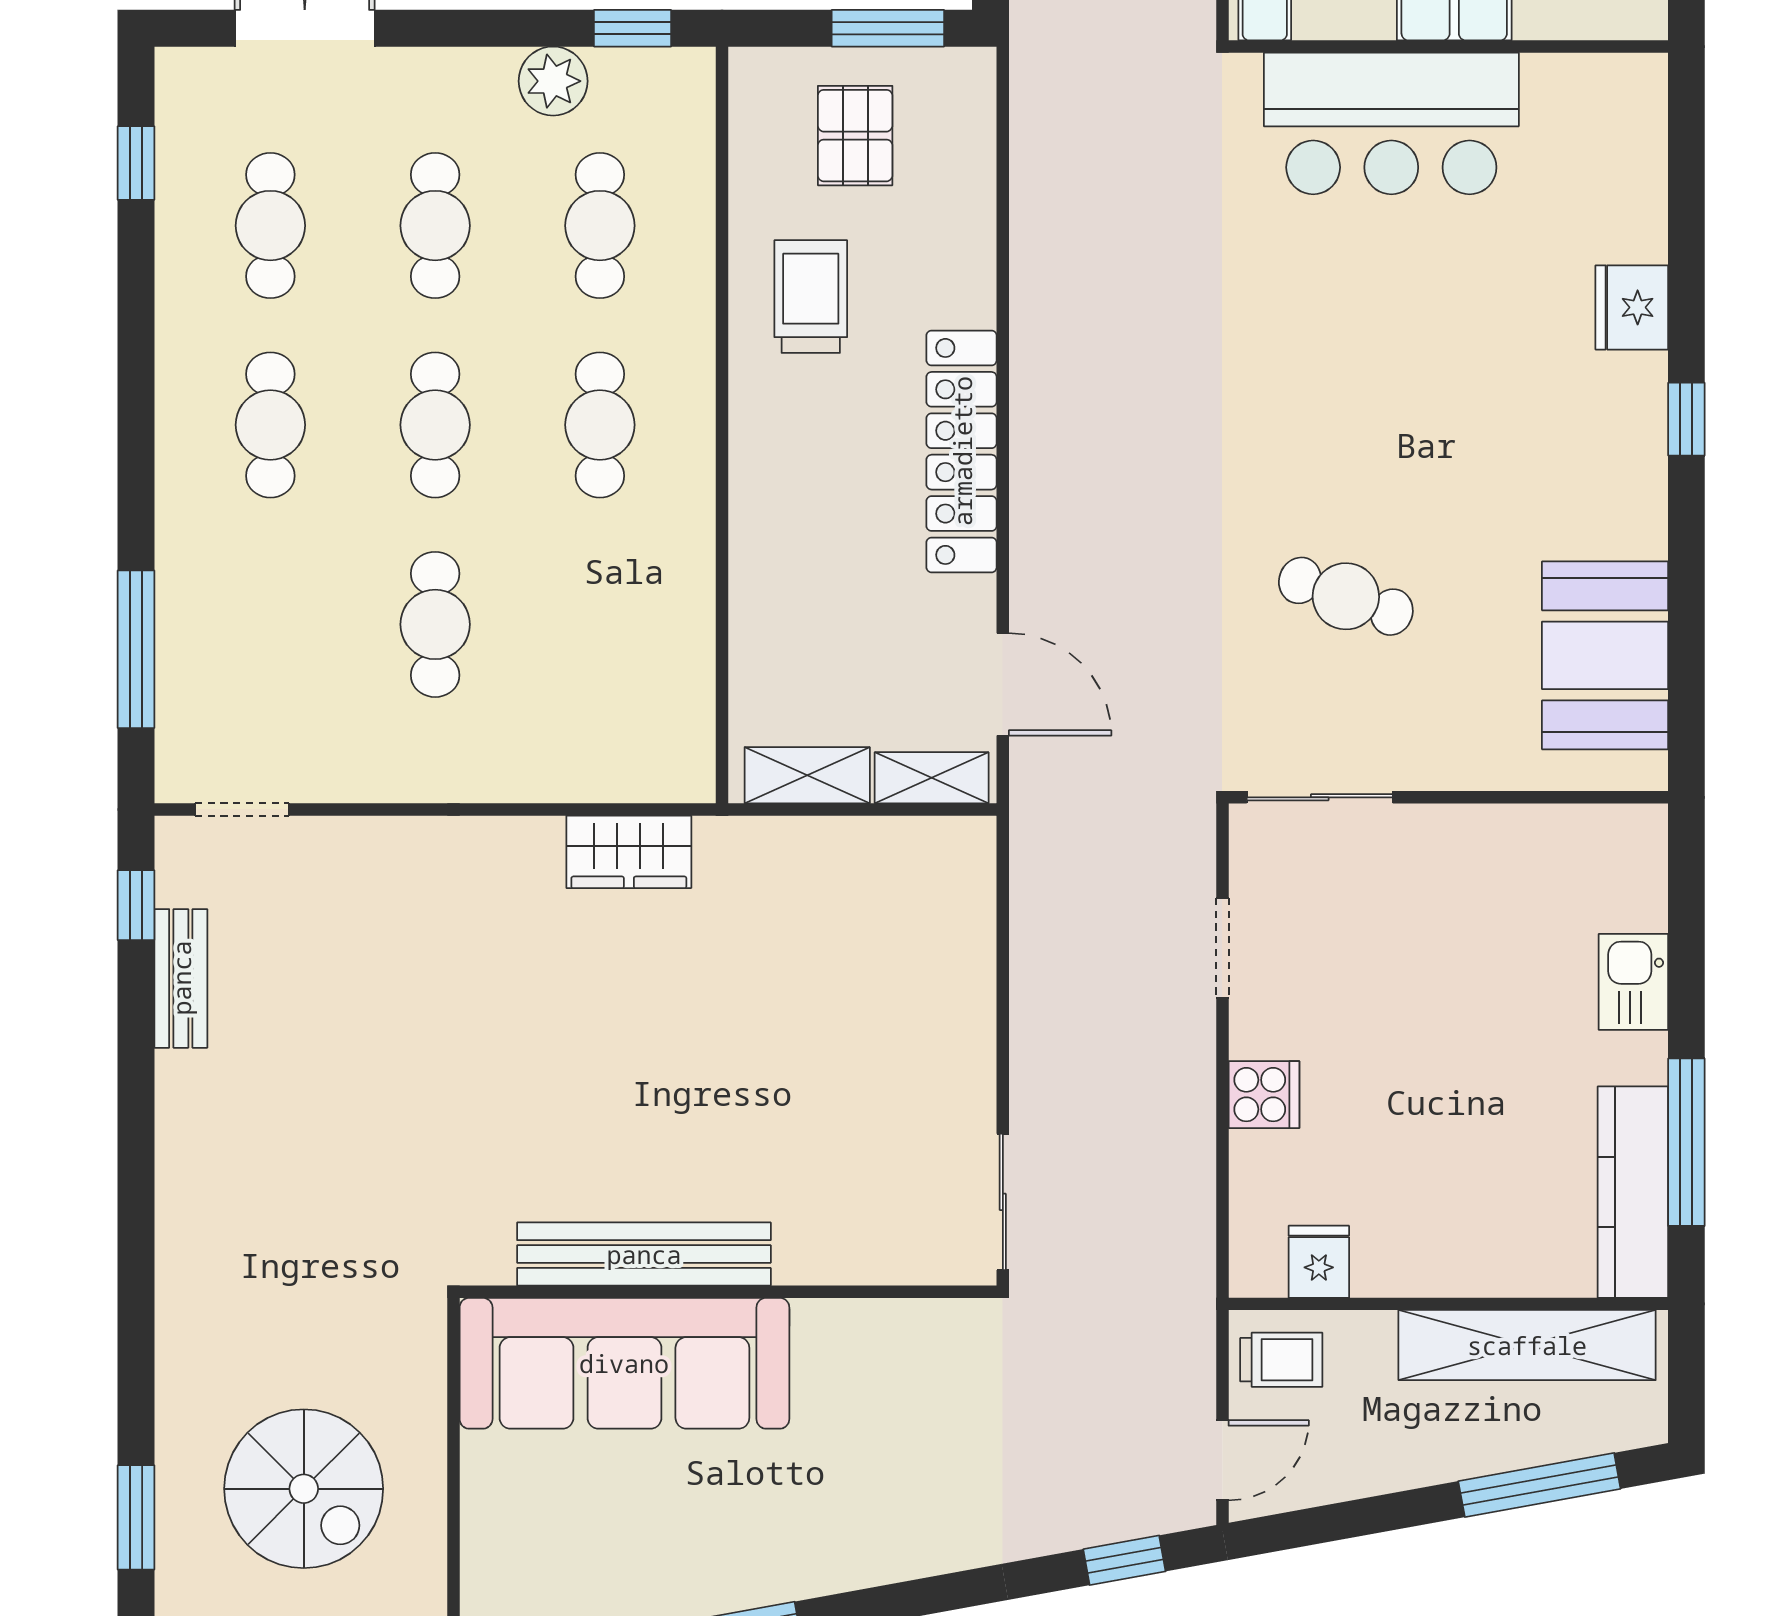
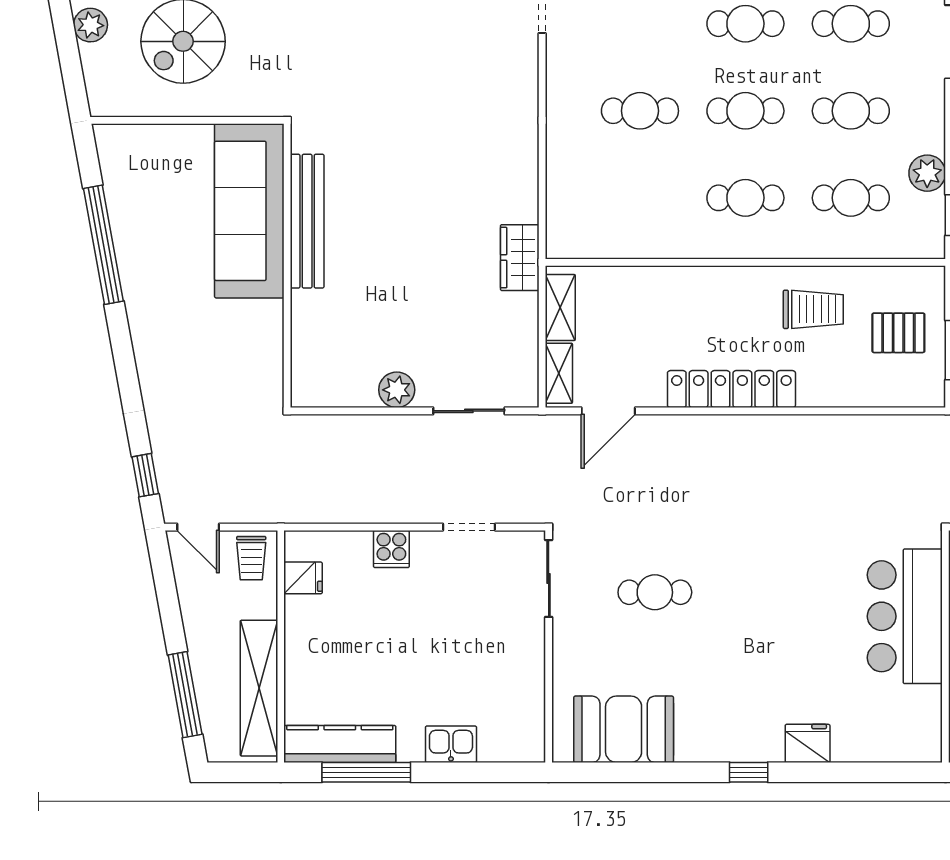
cafe table: (1346, 596) -> (655, 592), turned 71
wardrobe: (629, 852) -> (520, 258), moved
plant: (963, 1085) -> (397, 390), added
sliding door: (1003, 1202) -> (469, 411), moved

